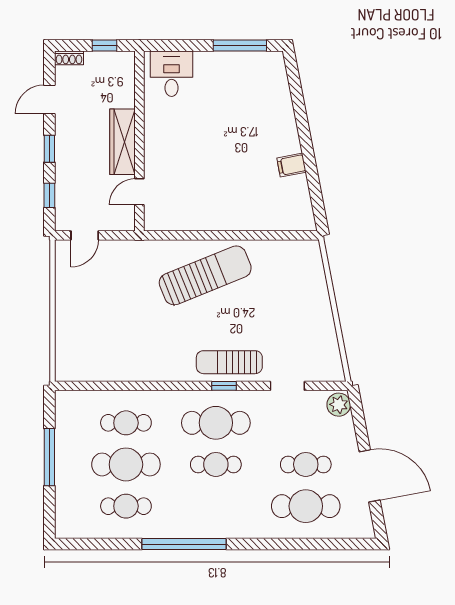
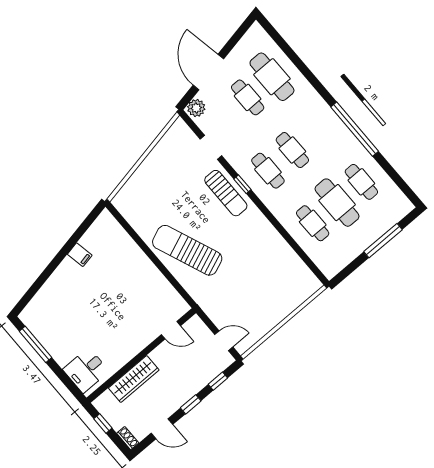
wardrobe: (123, 142) -> (134, 379), moved
cafe table: (216, 423) -> (268, 171), width x0.73, depth x0.74
window: (49, 457) -> (383, 241), moved
door: (370, 476) -> (208, 72), moved

